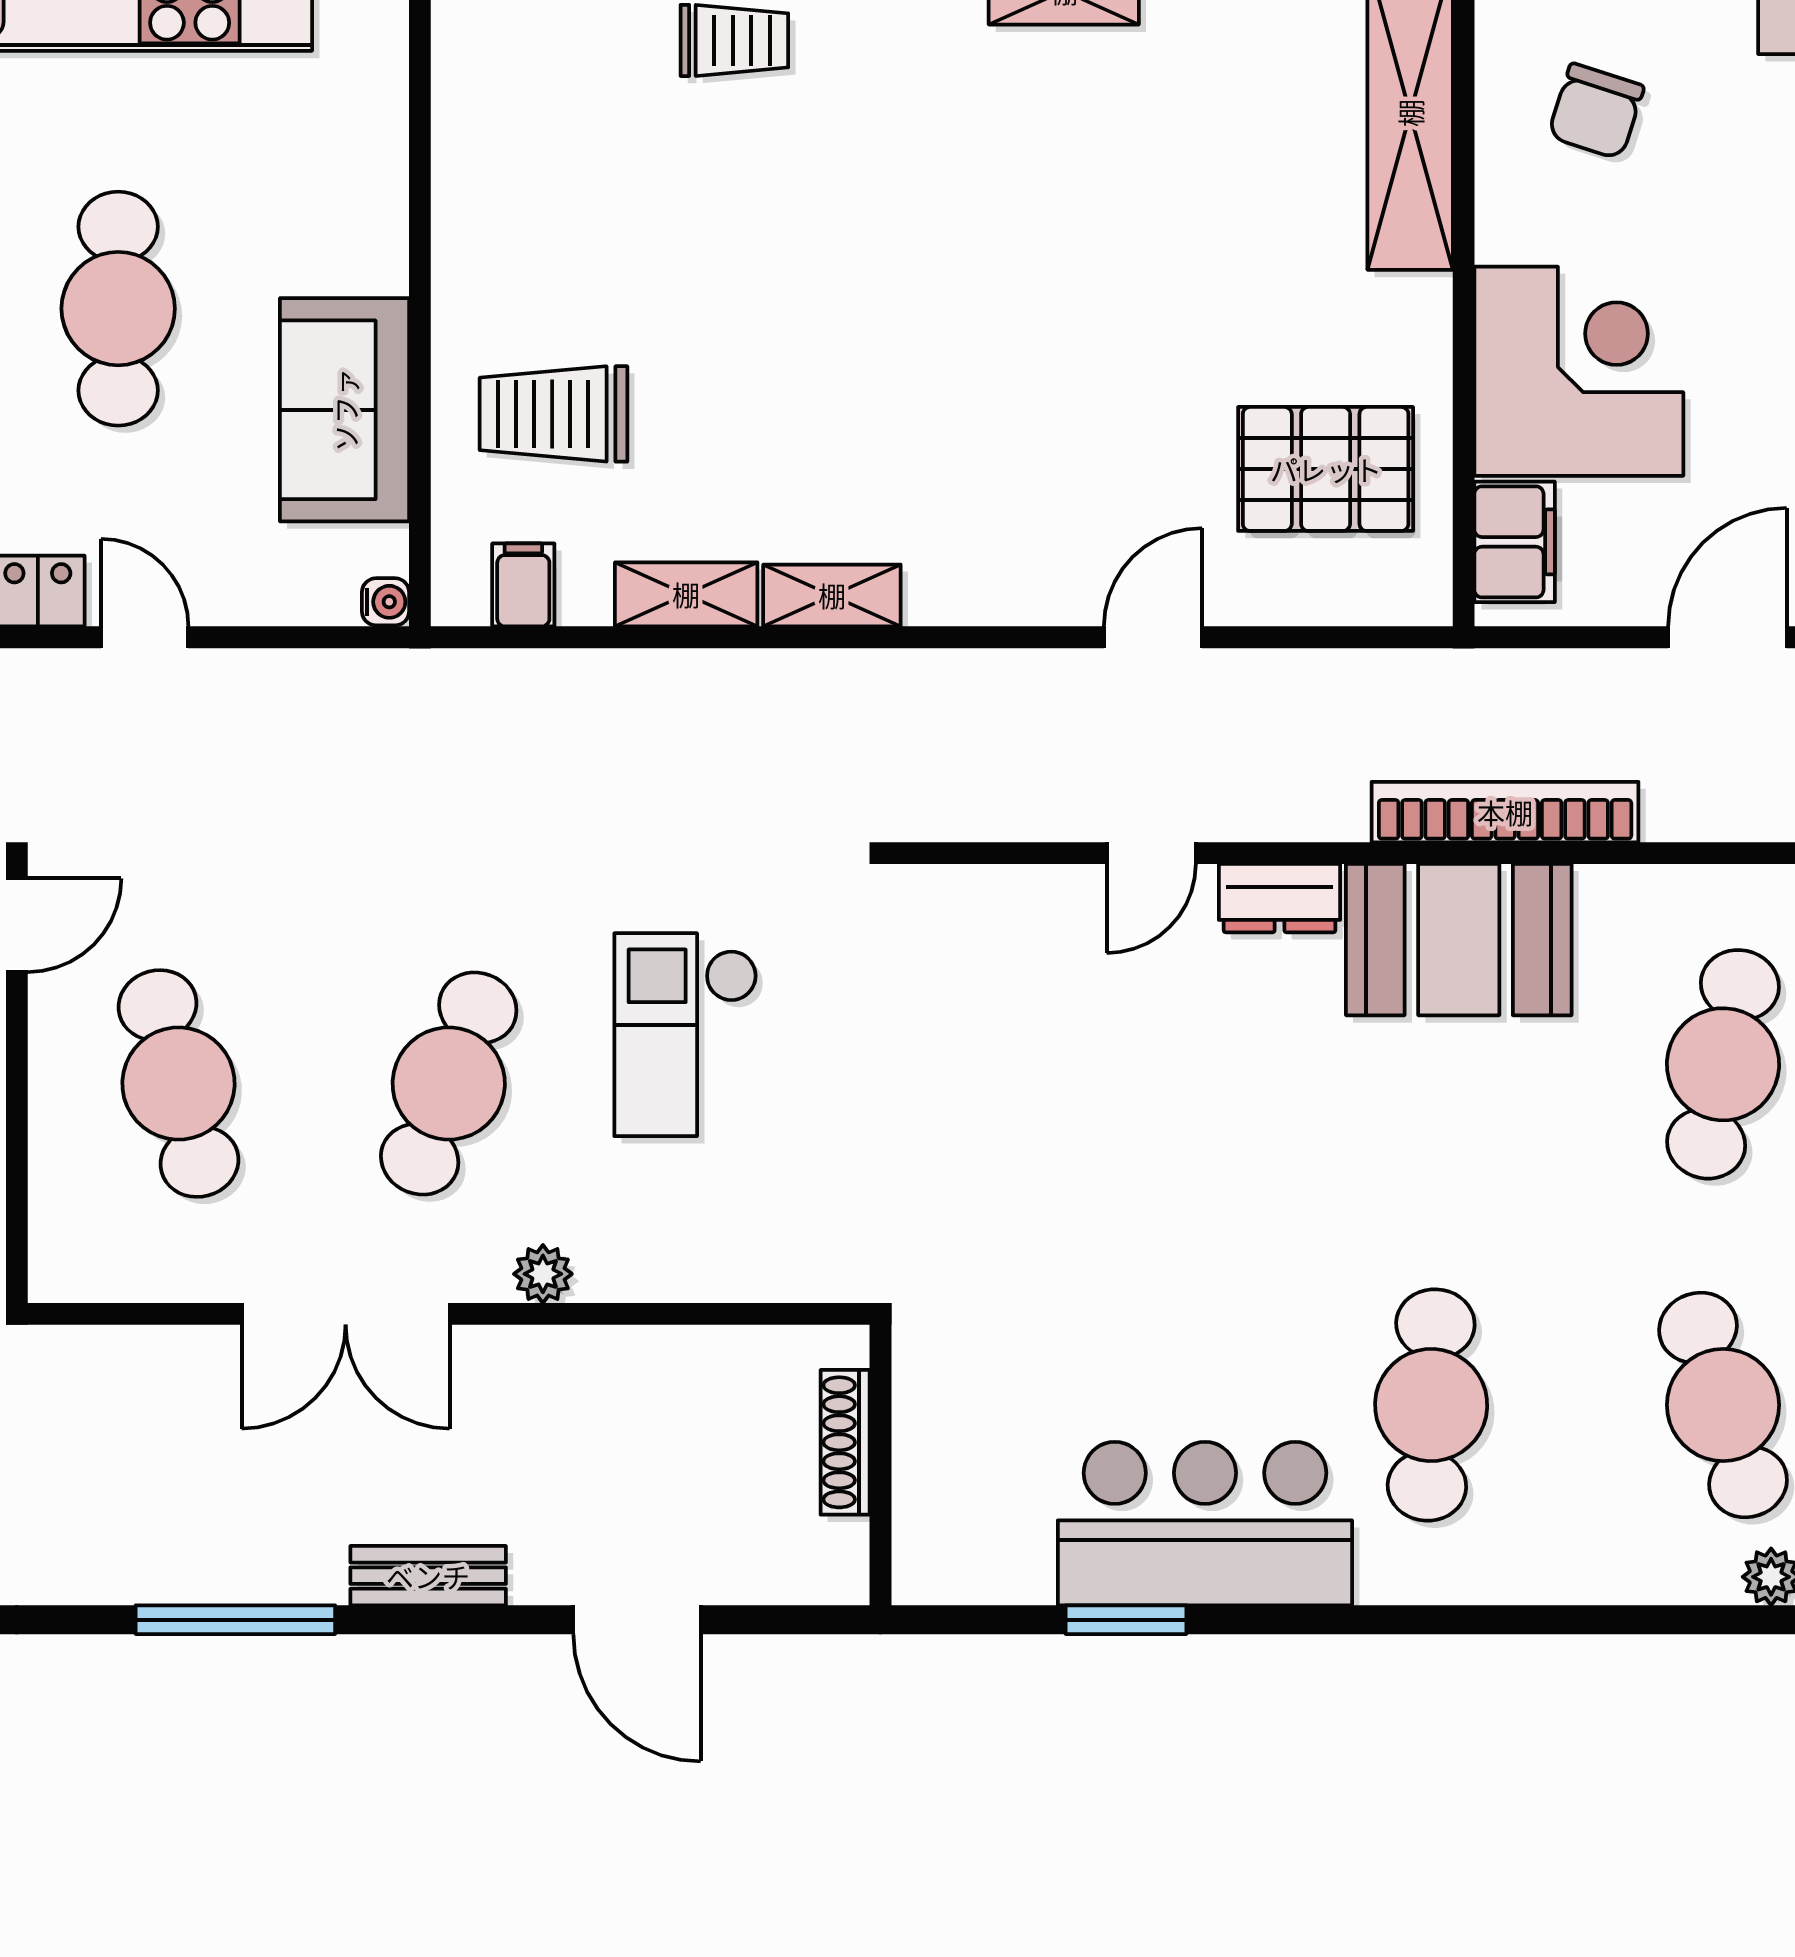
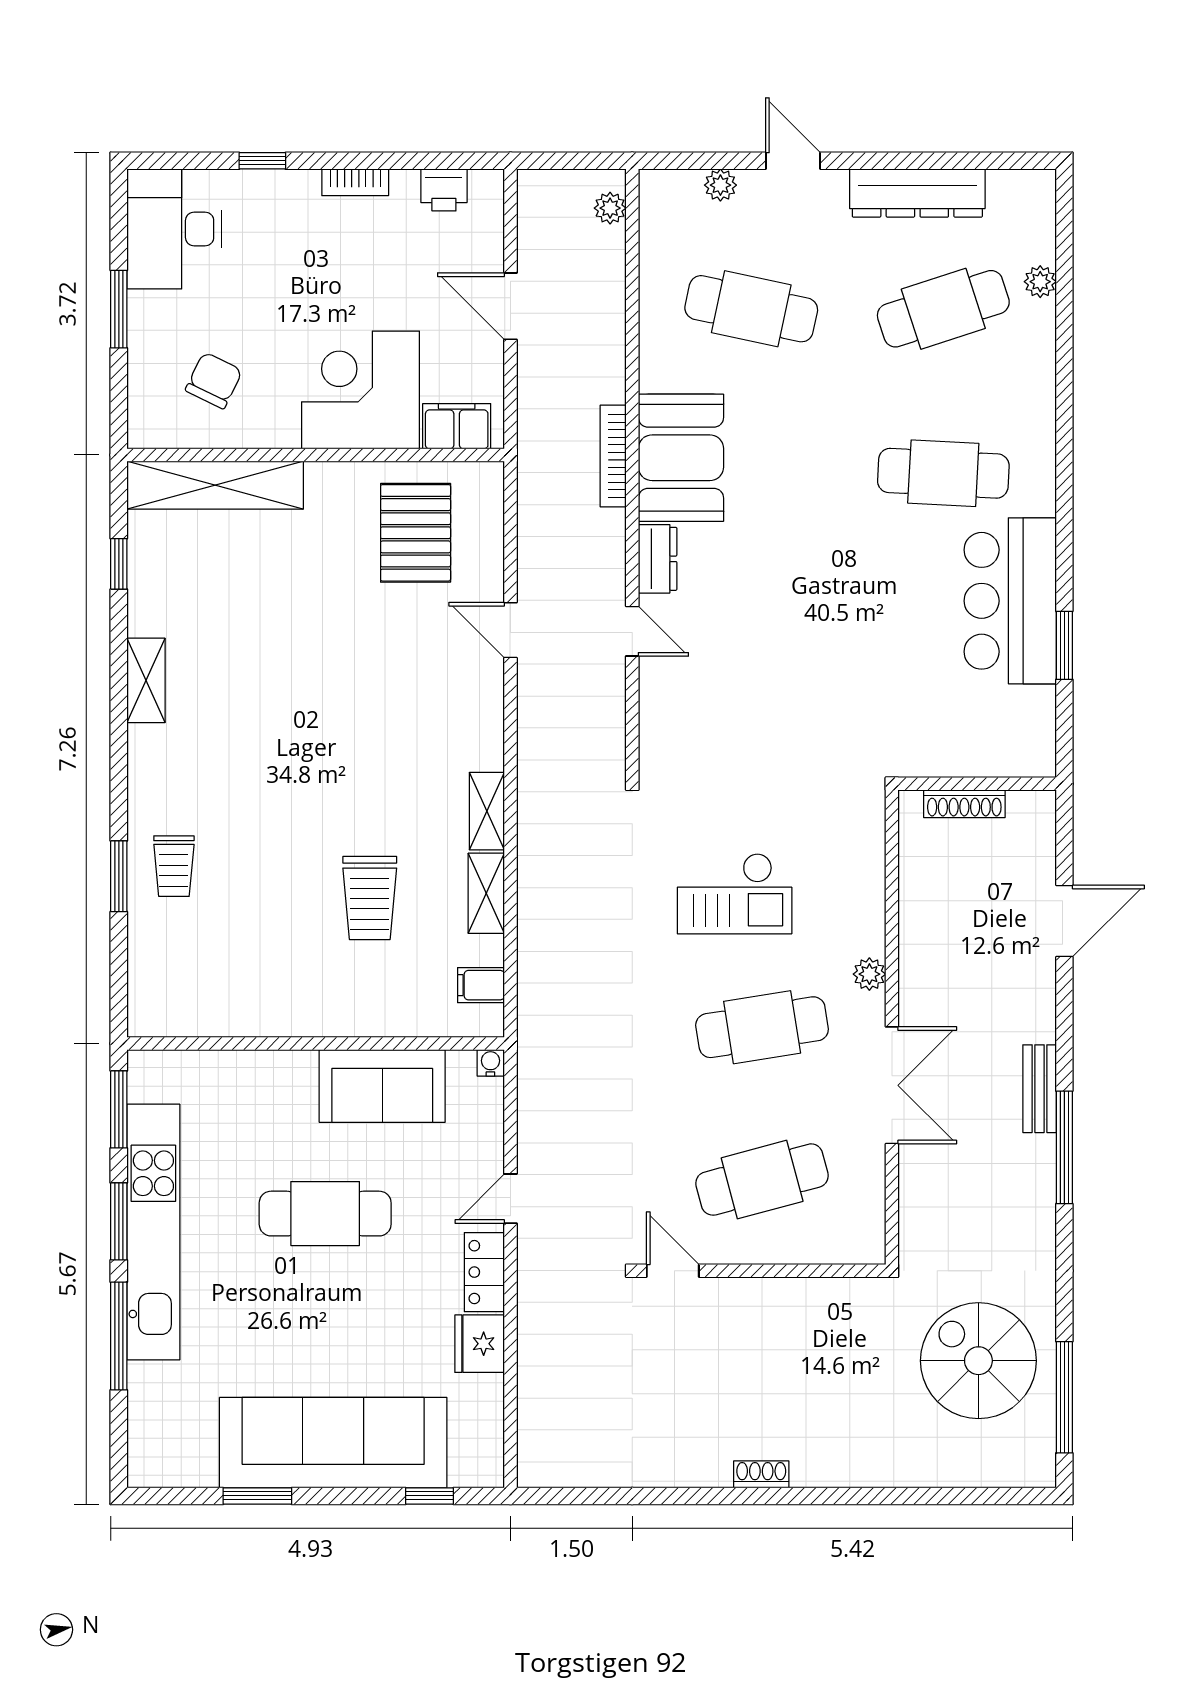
trolley: (734, 40) -> (174, 866), turned 180
chair: (1596, 111) -> (214, 380), turned -82
trolley: (553, 414) -> (370, 898), moved
bookcase: (1505, 812) -> (613, 456), width x0.68, depth x0.76
cafe table: (449, 1084) -> (762, 1027), turned -30
bench: (428, 1576) -> (1040, 1089), moved

